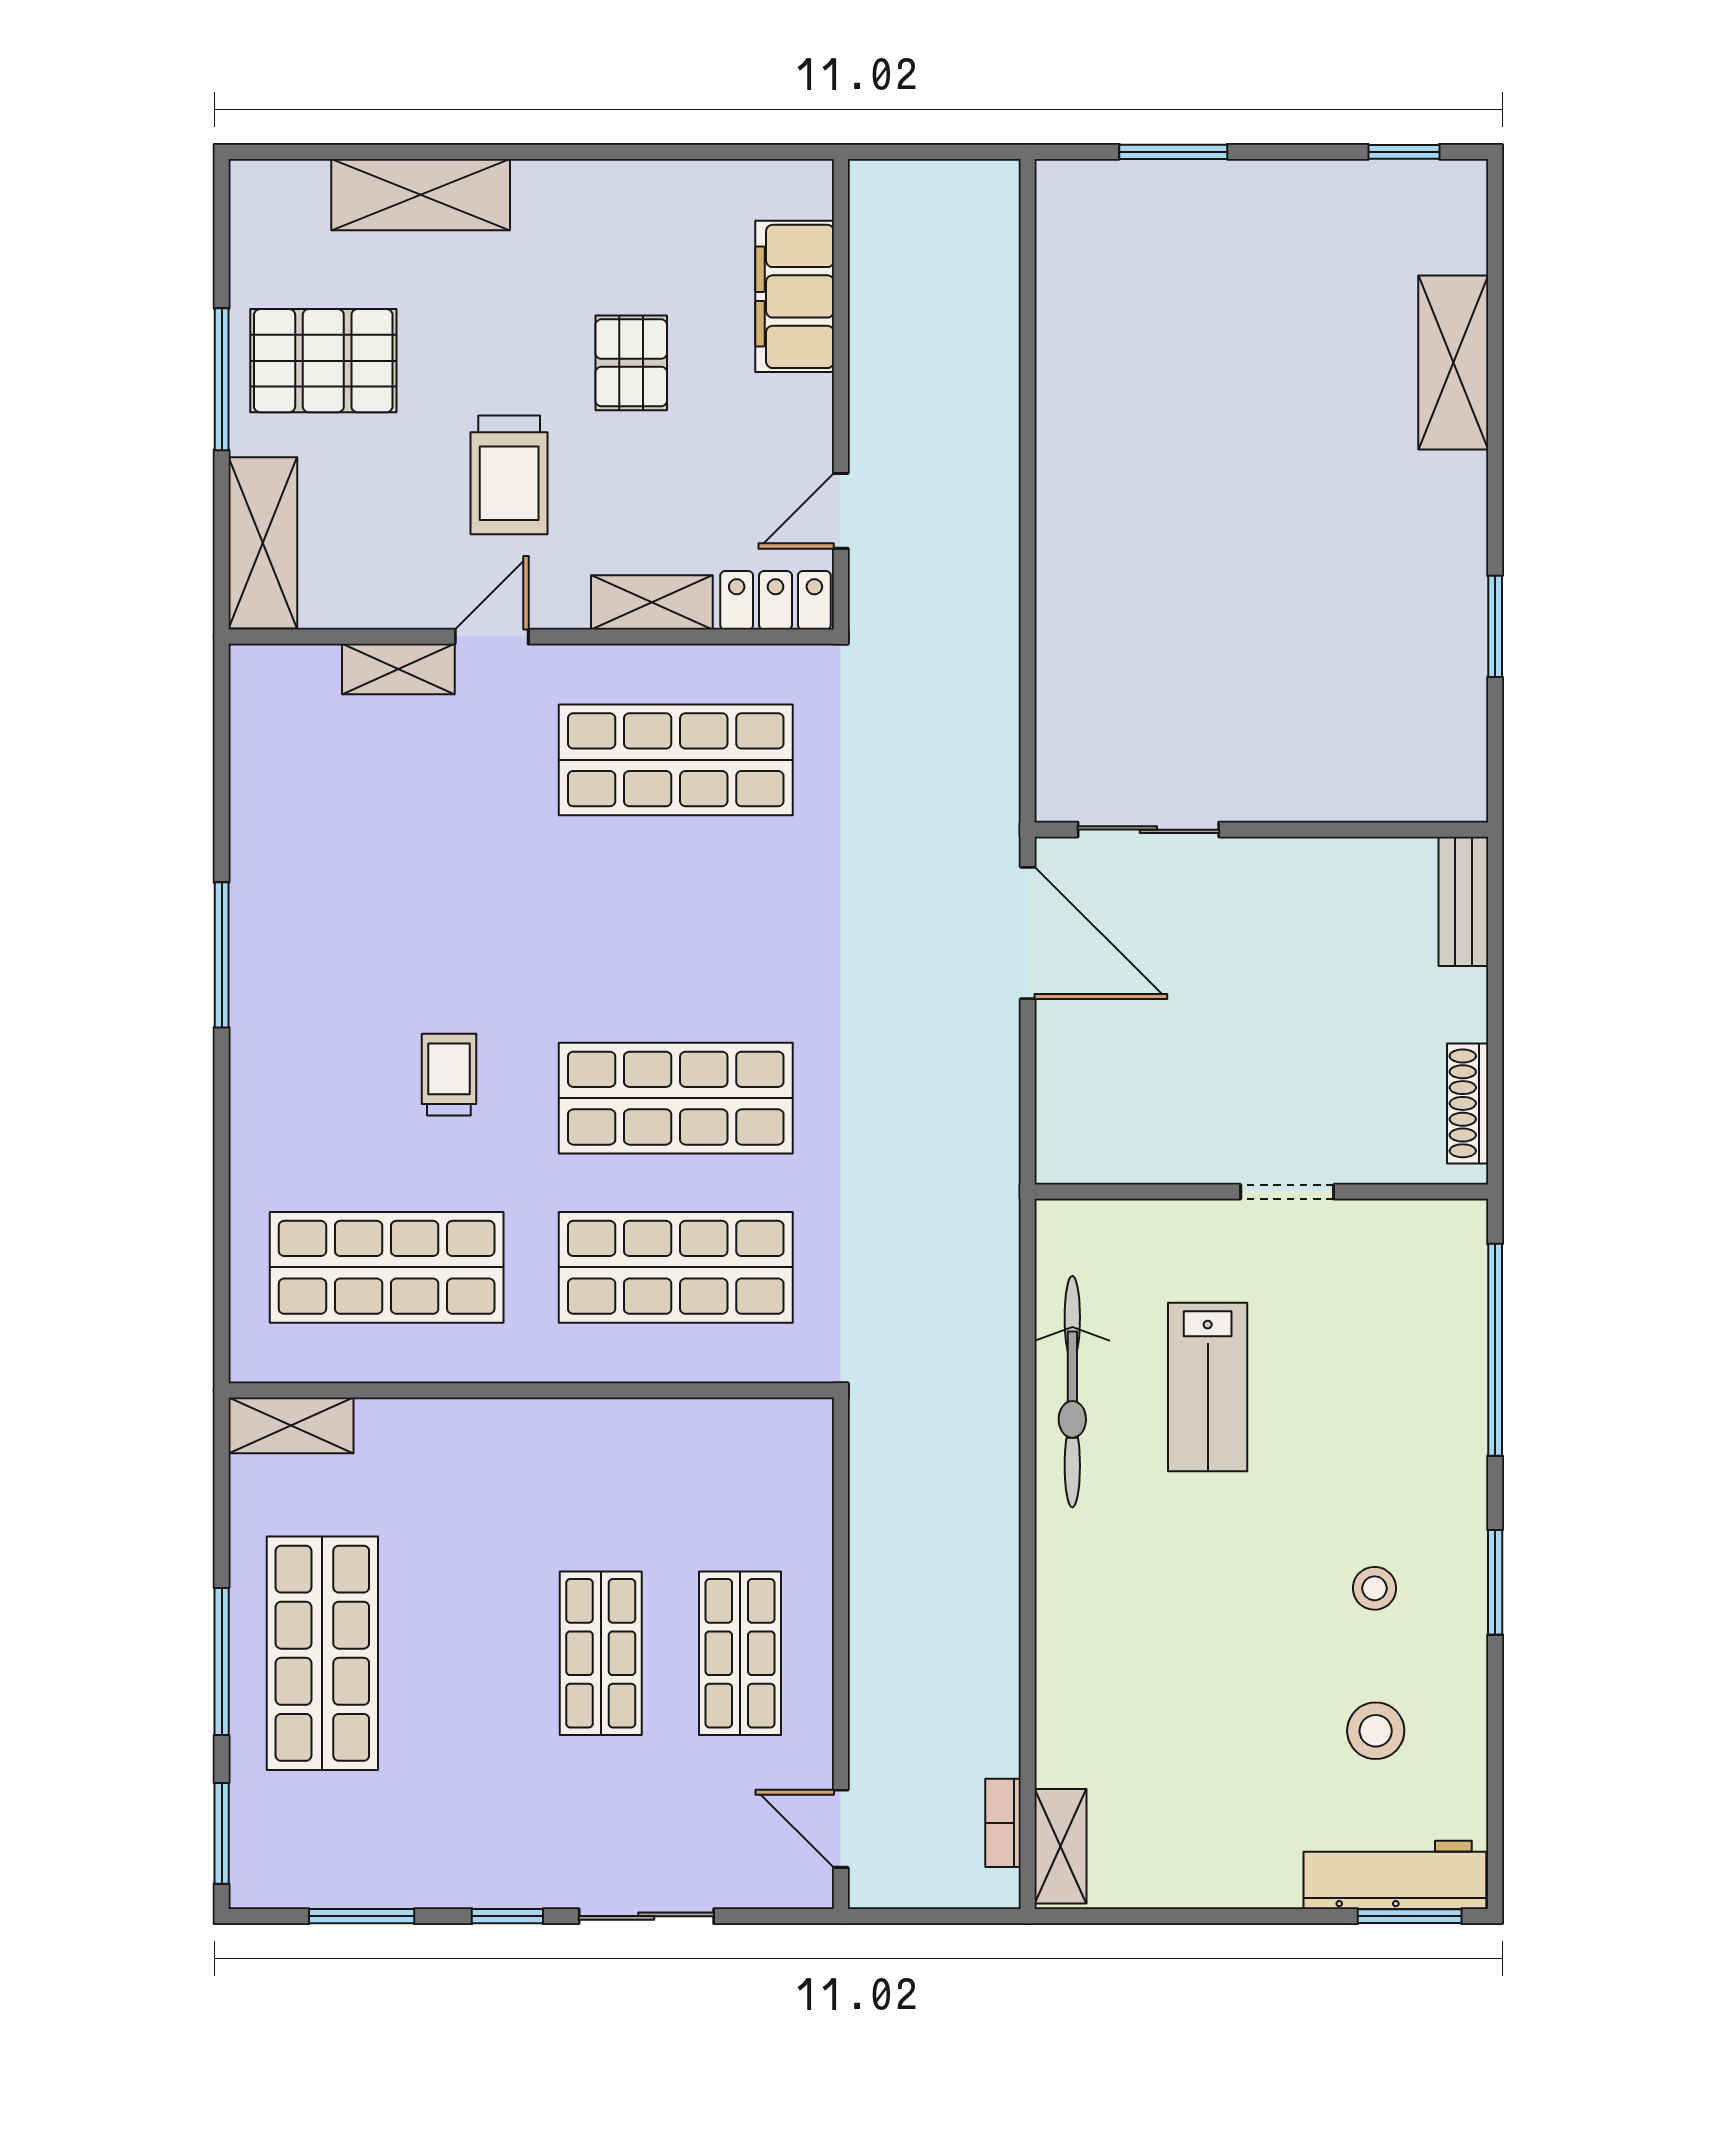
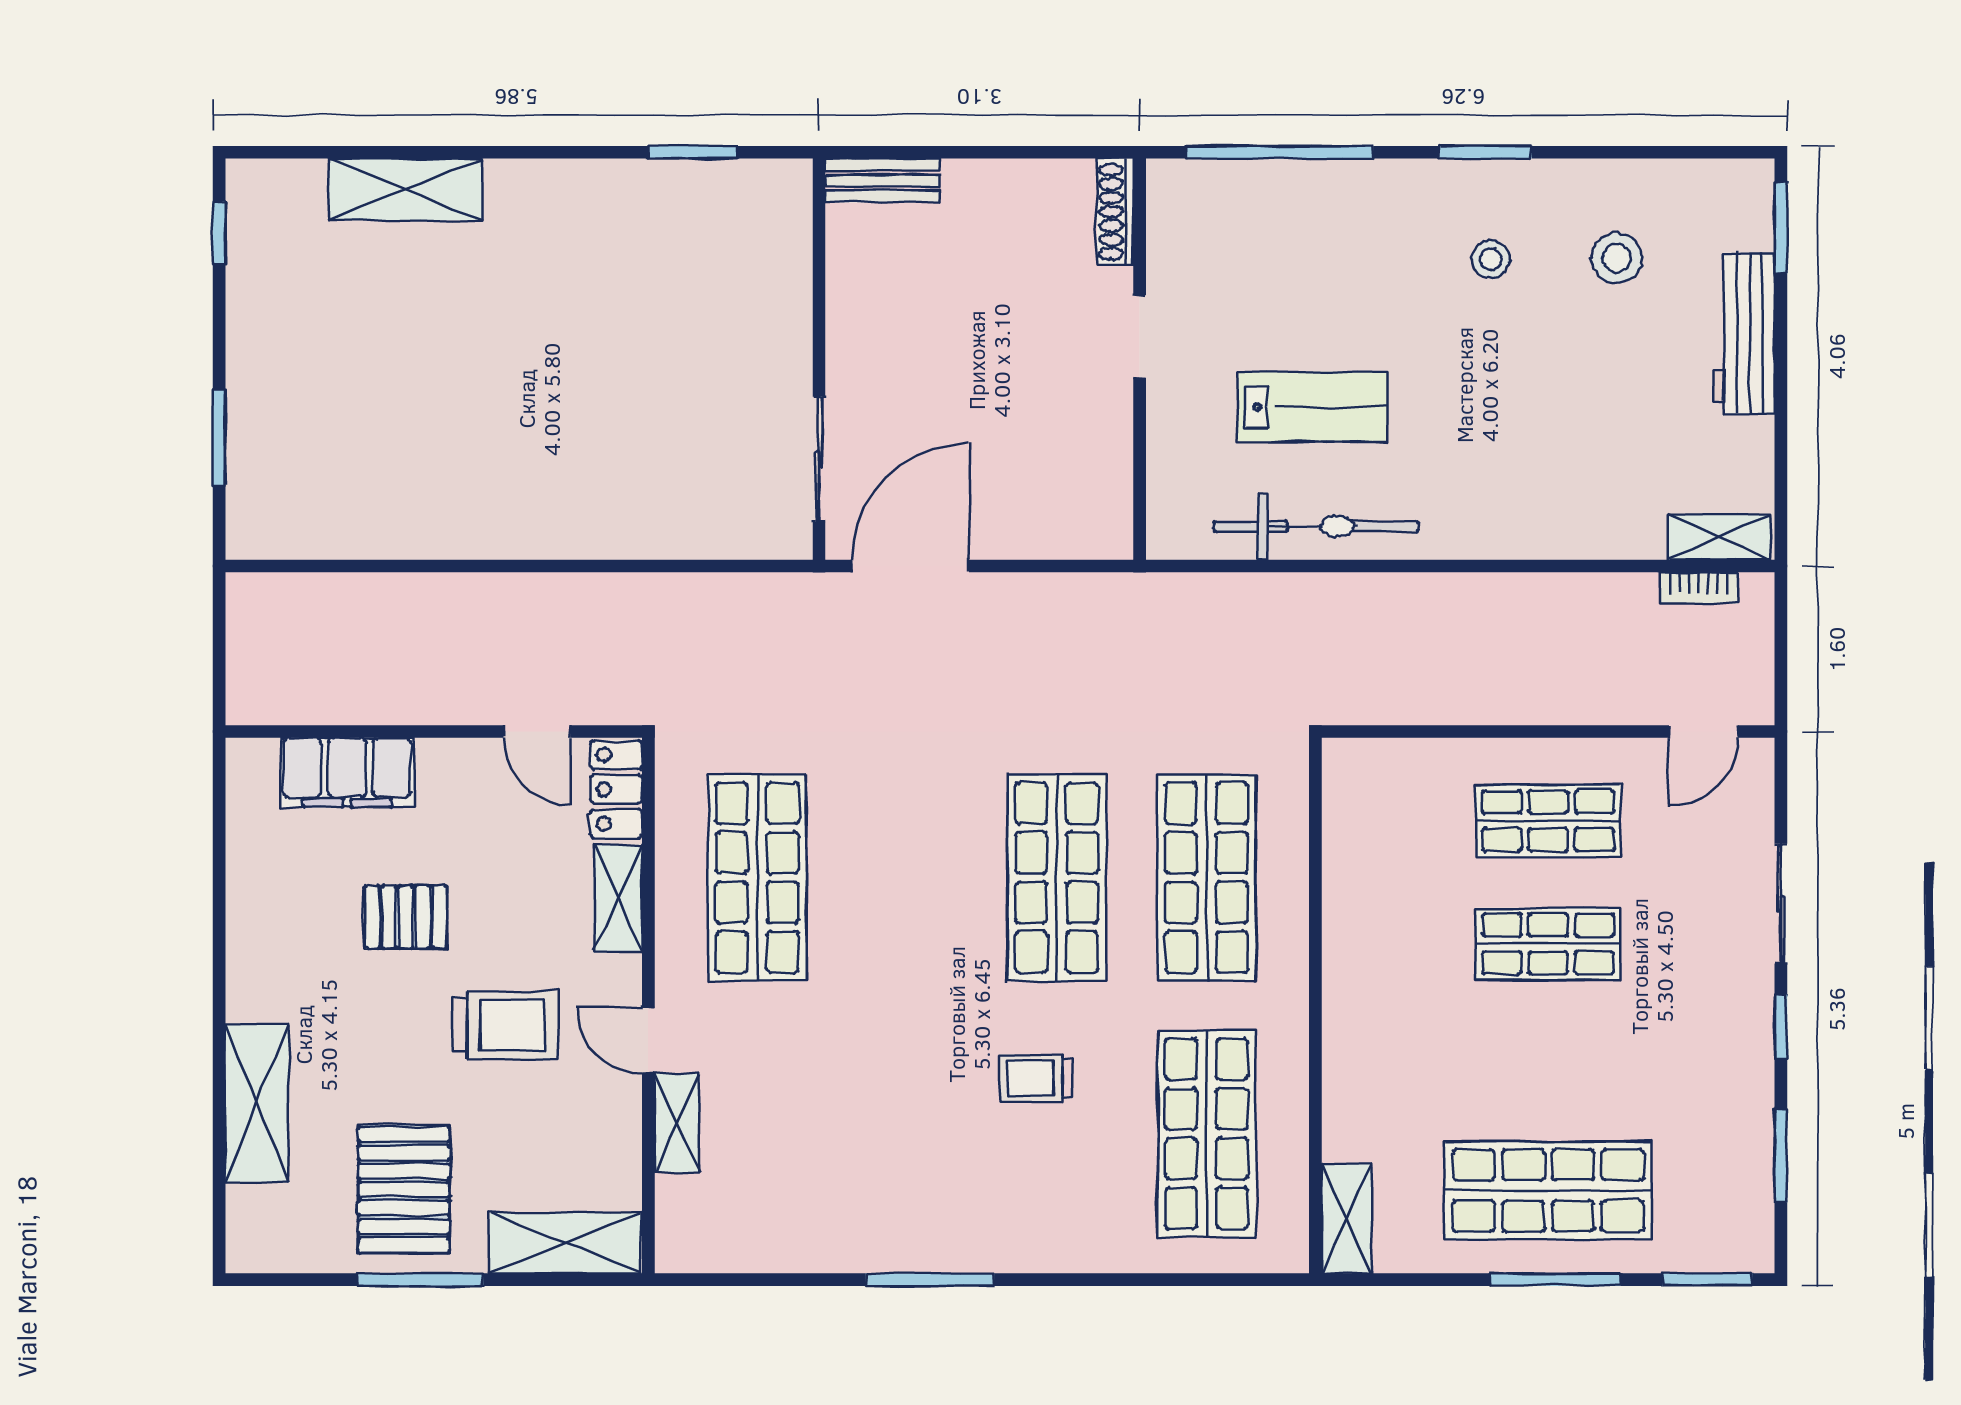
window: (1495, 626) -> (693, 152), moved
shoe rack: (1468, 1103) -> (1115, 212), moved, turned 90
workbench: (1395, 1875) -> (1744, 334), moved

